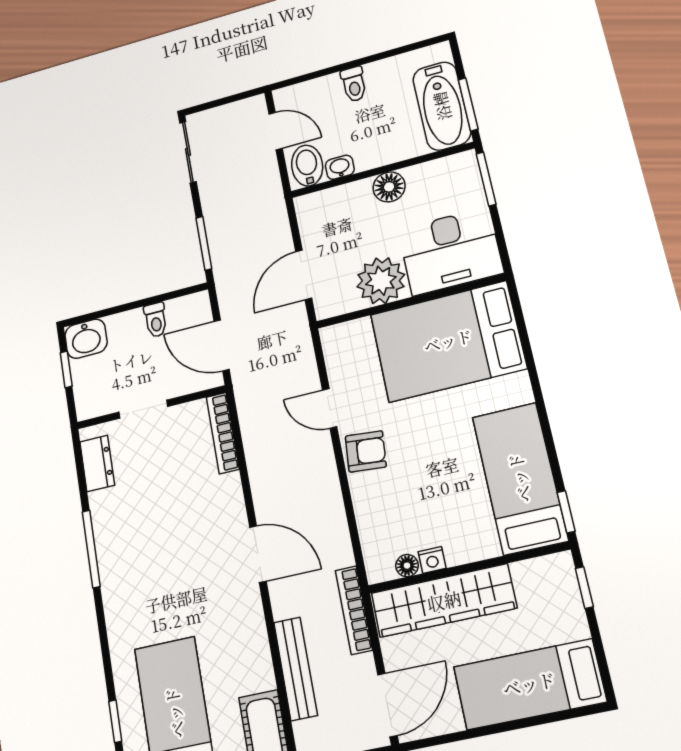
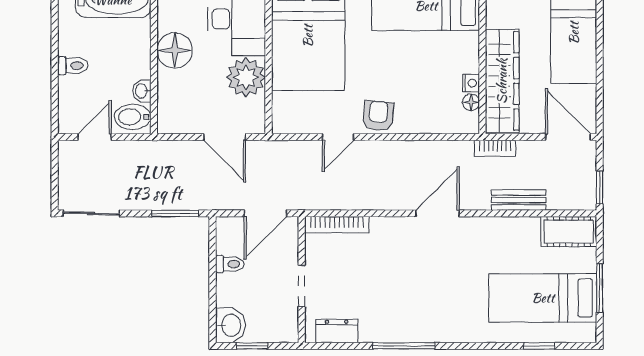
floor lamp: (389, 187) -> (175, 50), width x1.38, depth x1.38
bookcase: (354, 610) -> (495, 148), width x0.64
bench: (296, 669) -> (519, 200), width x0.73

